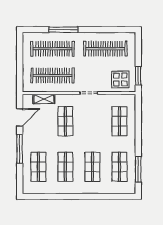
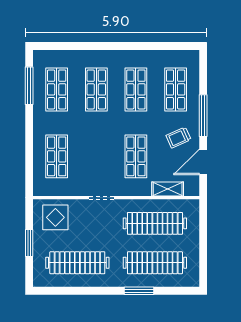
window: (63, 30) -> (139, 291), width x0.69
window: (138, 76) -> (29, 243), moved
trolley: (36, 134) -> (178, 138), added

